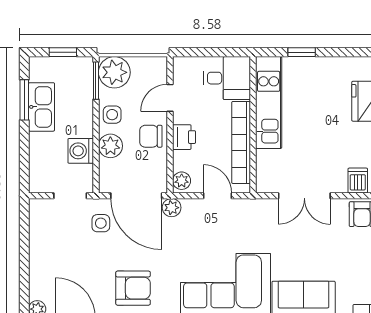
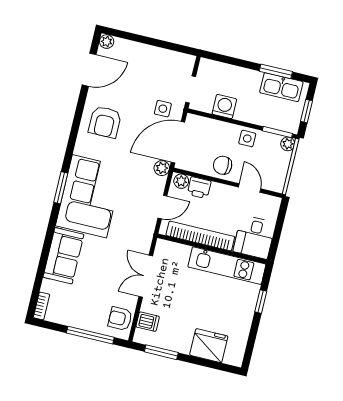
plant: (114, 72) -> (288, 144), width x0.53, depth x0.53
kitchen sink: (42, 107) -> (281, 87), moved
chair: (151, 136) -> (223, 165), turned -90
printer: (184, 137) -> (199, 188), moved
plant: (110, 146) -> (223, 131), removed

